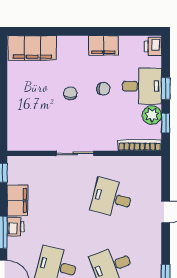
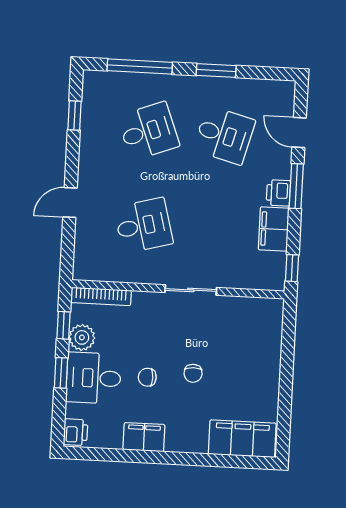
desk: (112, 198) -> (143, 225), turned -30

